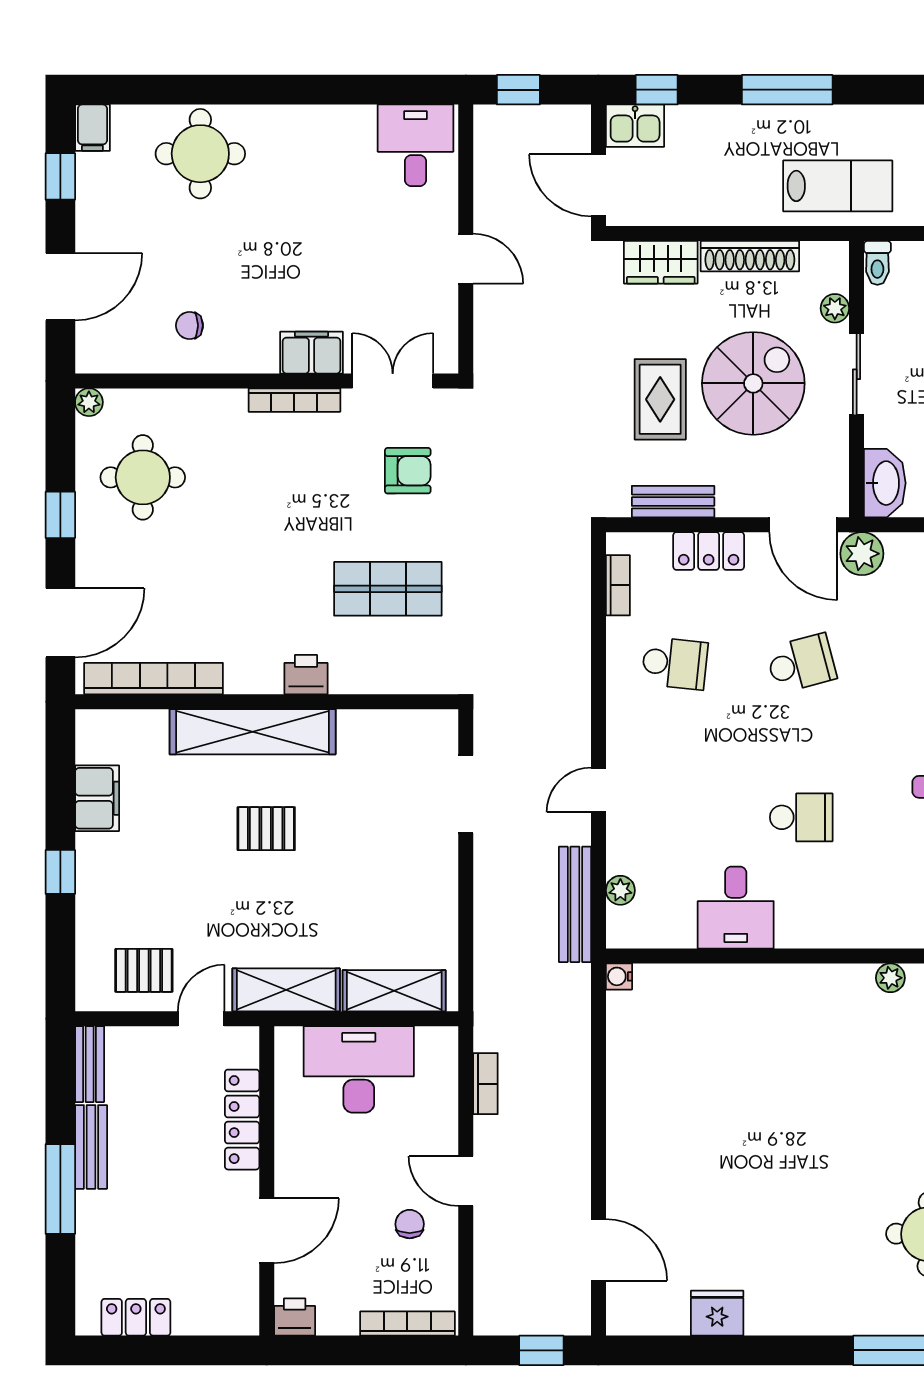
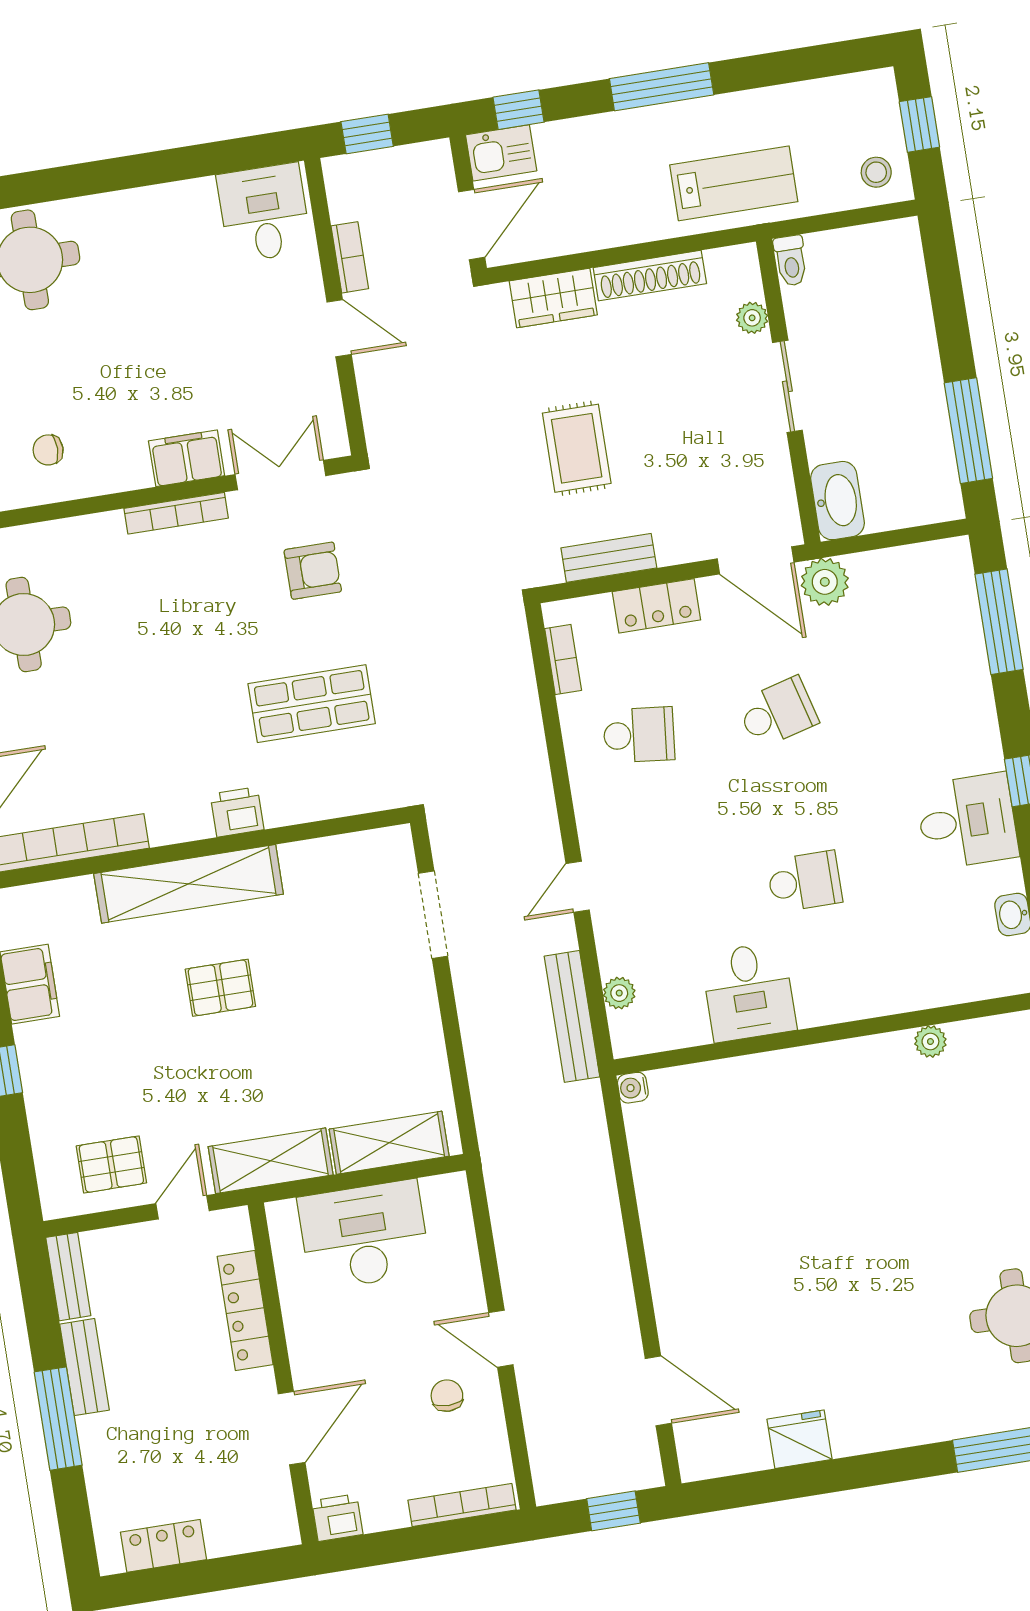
door: (598, 185) -> (472, 225), swing flipped
spiral stairs: (753, 383) -> (676, 415), removed
bookcase: (485, 1084) -> (350, 257), moved

